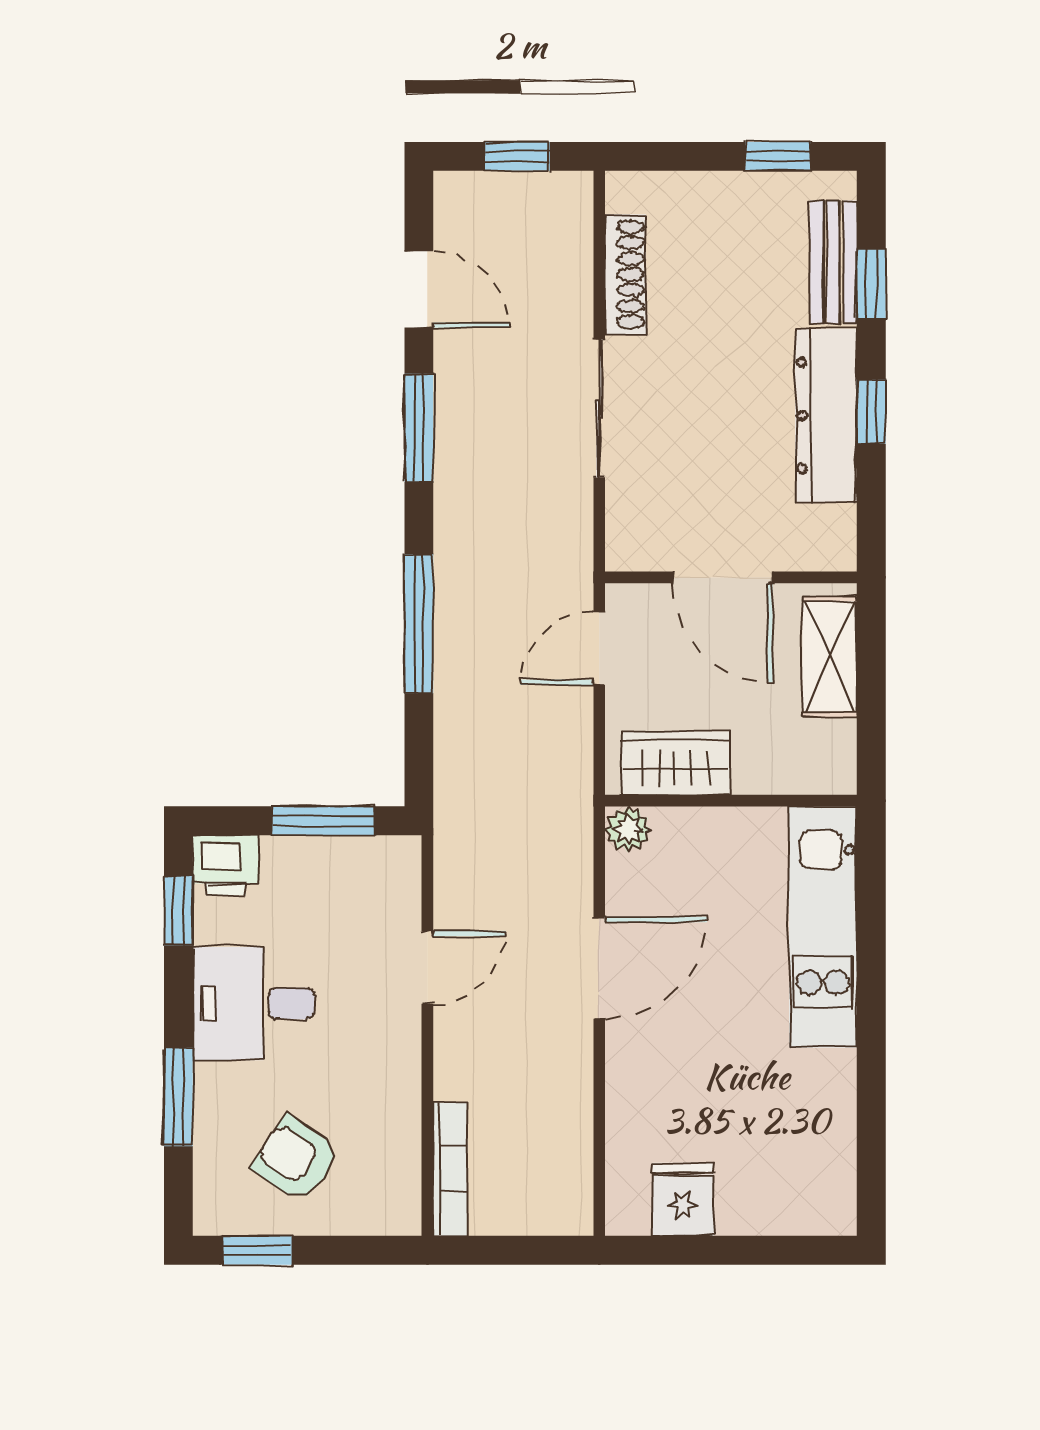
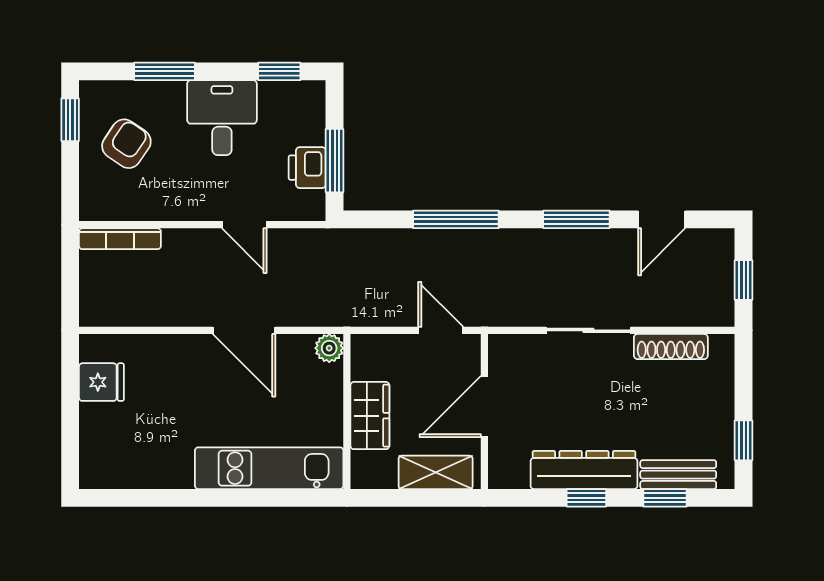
wardrobe: (675, 763) -> (370, 416), moved
printer: (226, 865) -> (307, 168), moved

